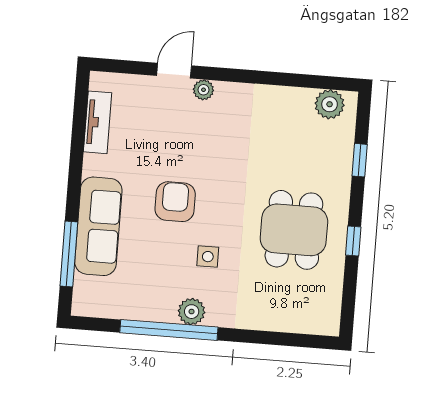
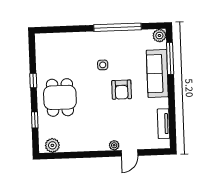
dining table: (294, 230) -> (60, 97), moved
plant: (192, 312) -> (159, 36), moved

